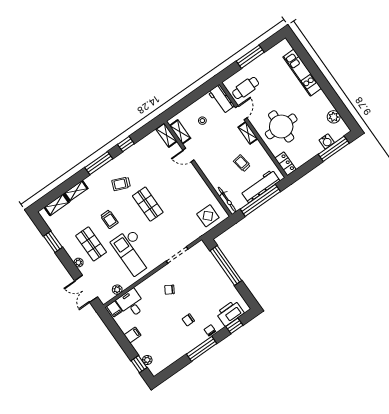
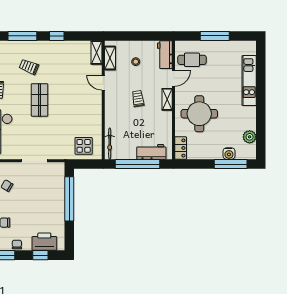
trolley: (242, 163) -> (138, 99), moved
workbench: (260, 186) -> (151, 152), width x0.73

